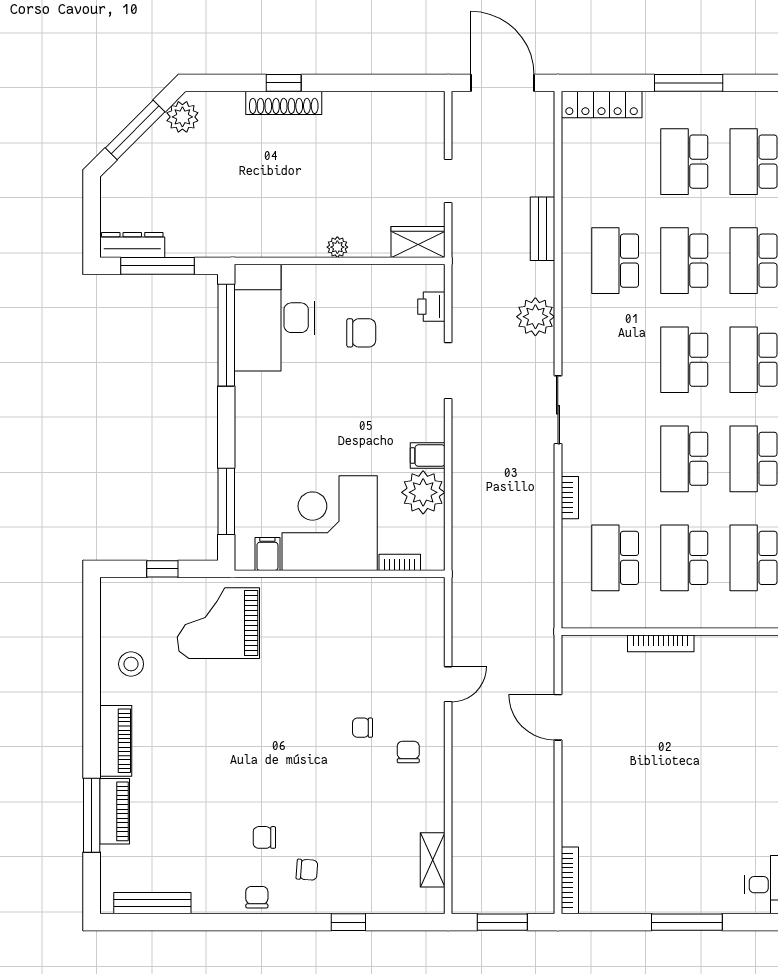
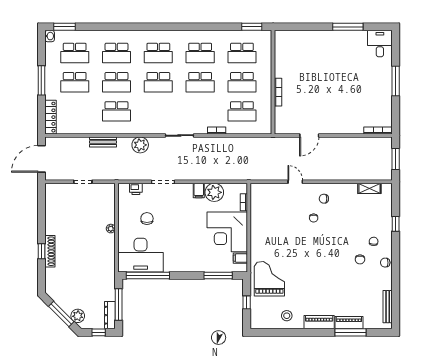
plant: (182, 117) -> (78, 316), moved
window: (92, 218) -> (99, 332), added
wardrobe: (418, 242) -> (109, 195), removed
grand piano: (218, 623) -> (269, 279), turned 180

